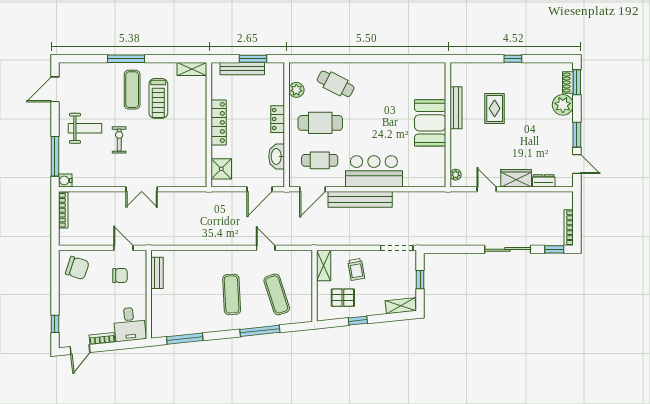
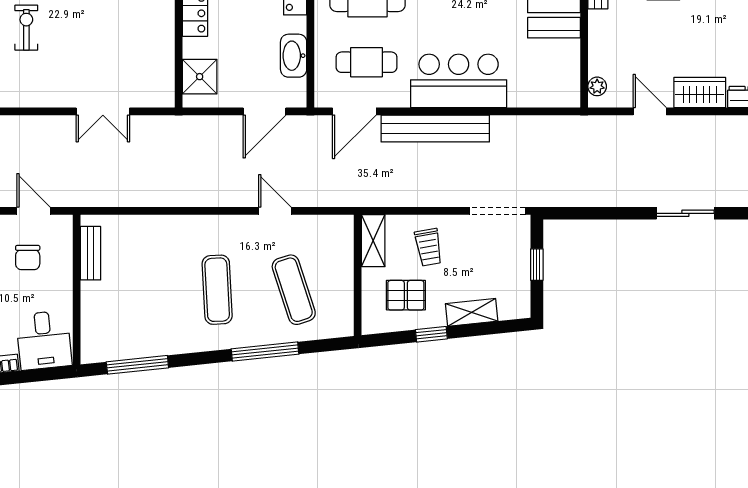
double door: (142, 189) -> (103, 111), moved
sliding door: (508, 249) -> (685, 213), width x0.73
chair: (120, 275) -> (28, 258), turned 90
shelving: (401, 306) -> (472, 312), moved

